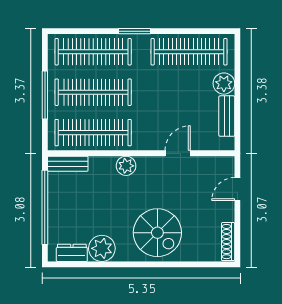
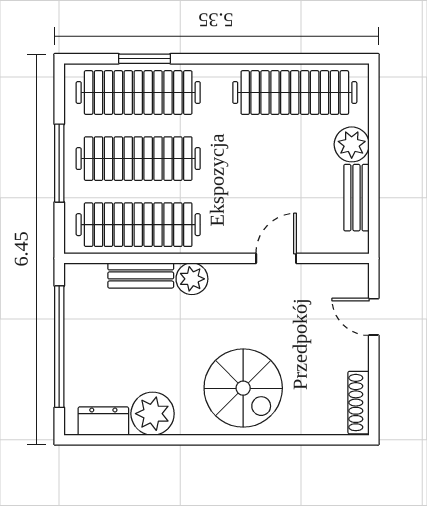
window: (134, 31) -> (145, 59), moved
bench: (68, 164) -> (141, 275), moved
door: (237, 189) -> (374, 317), hinge flipped

